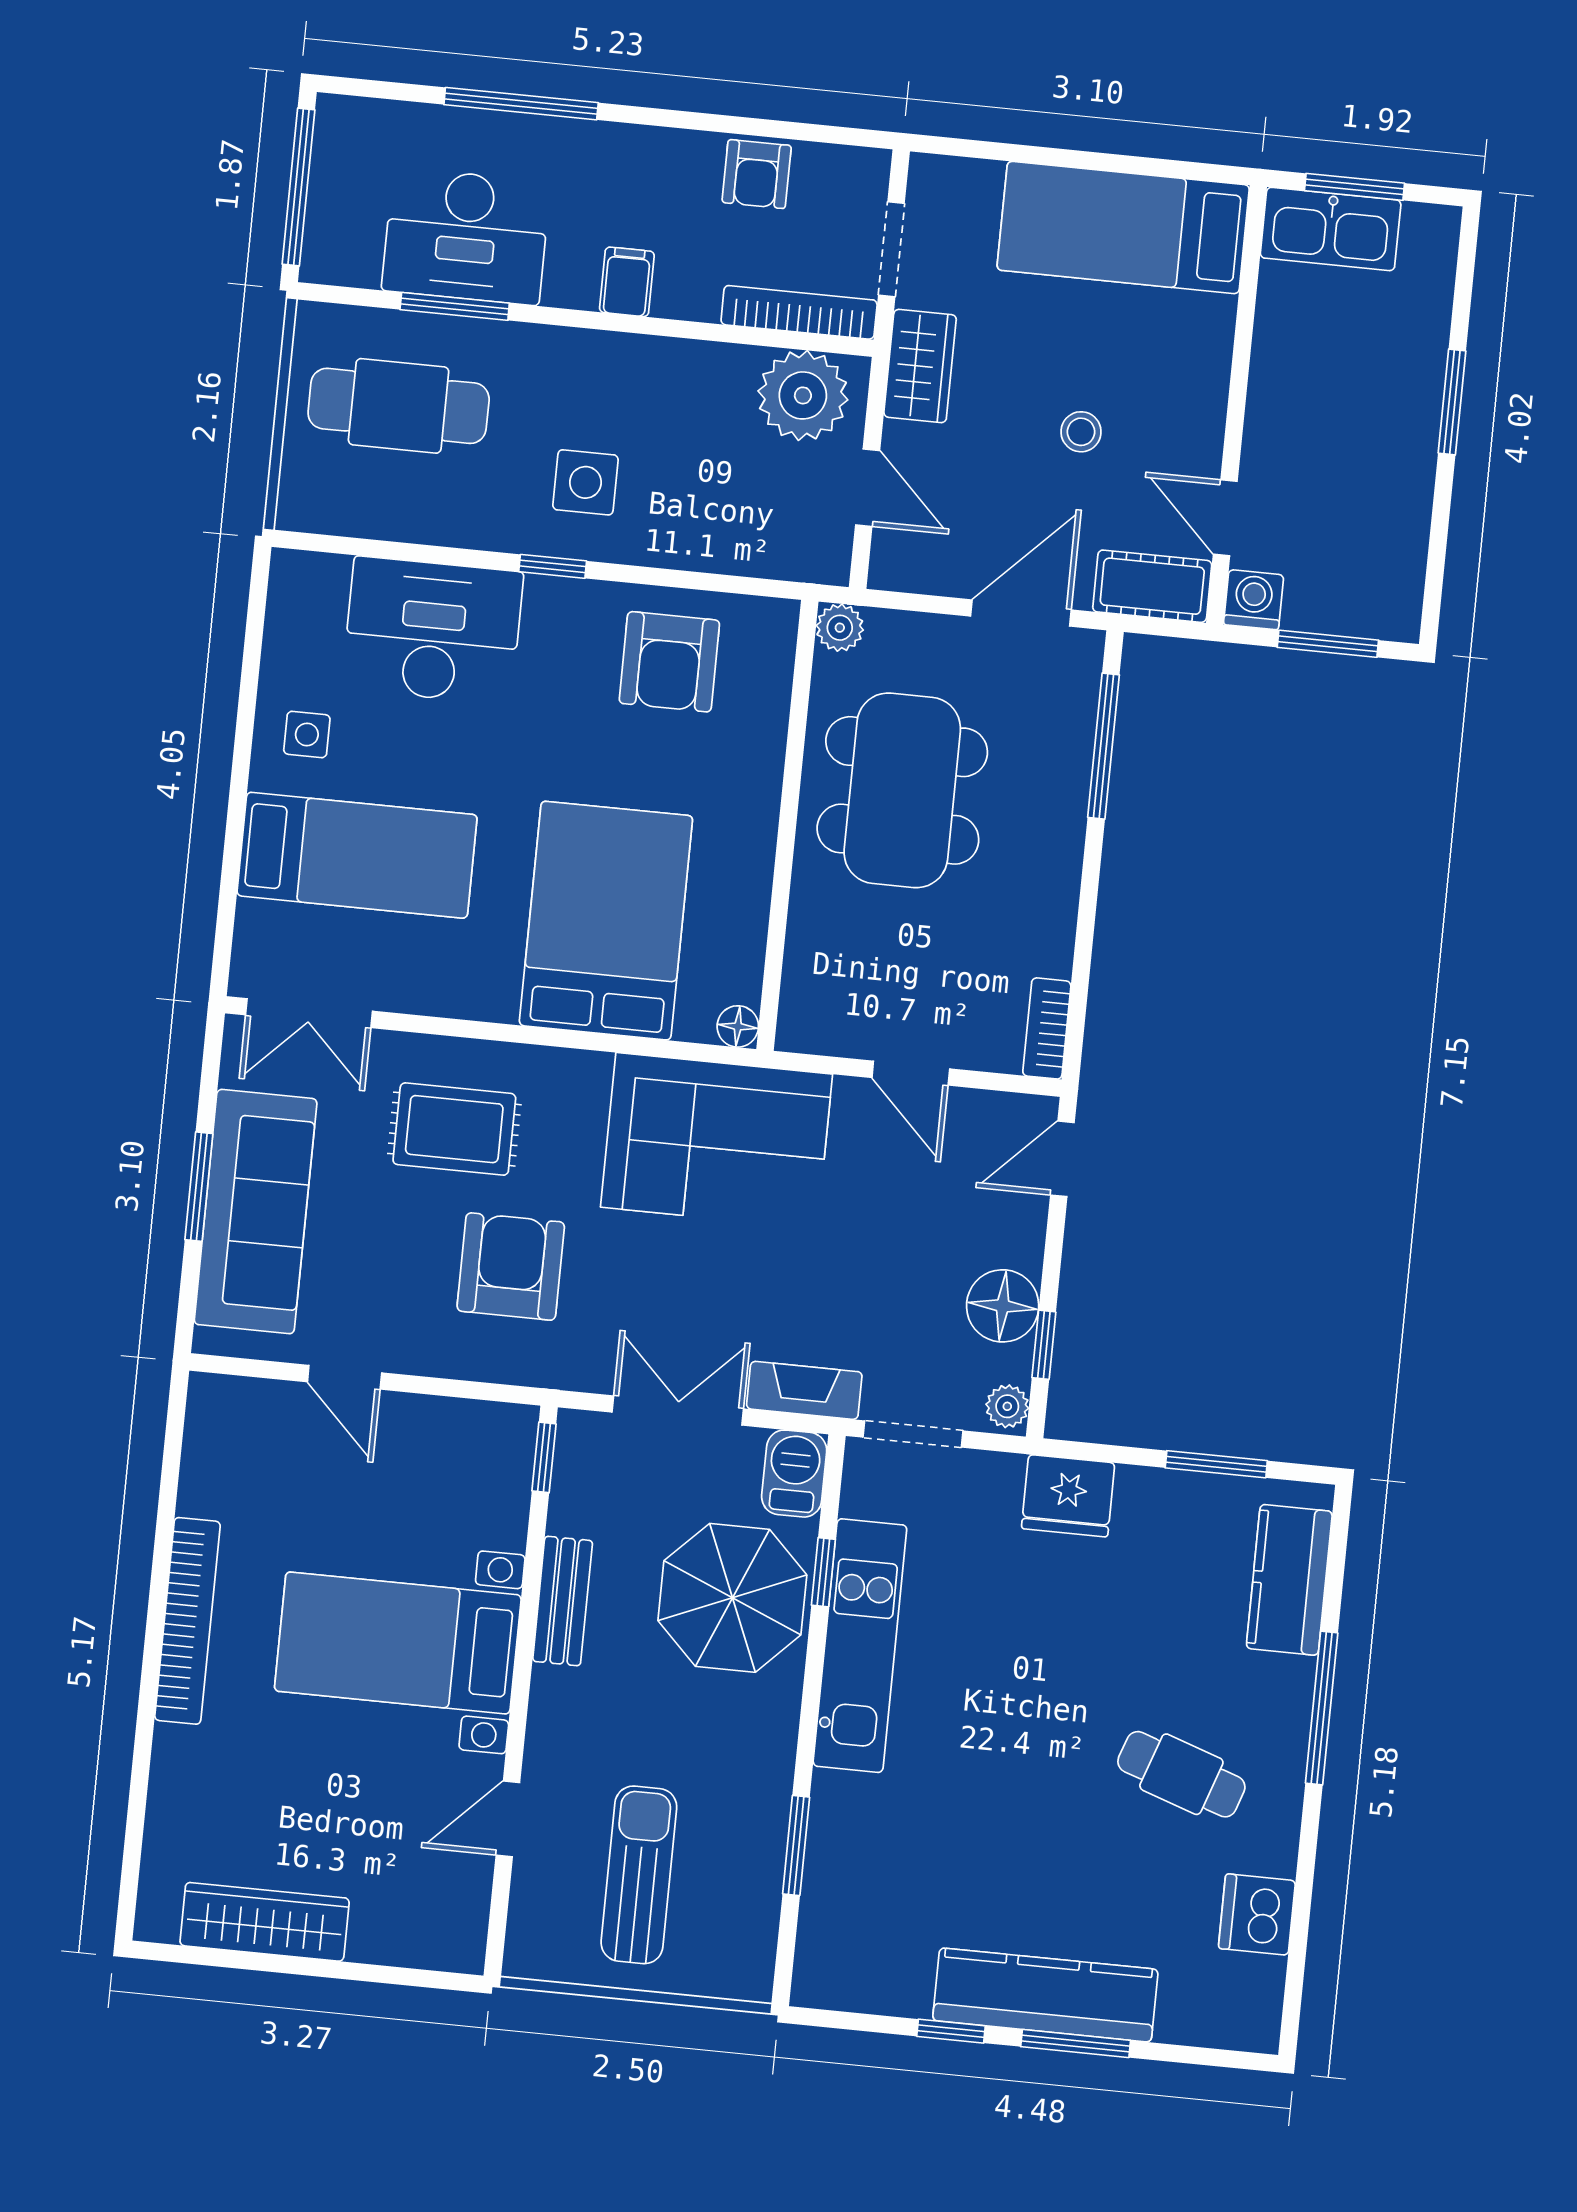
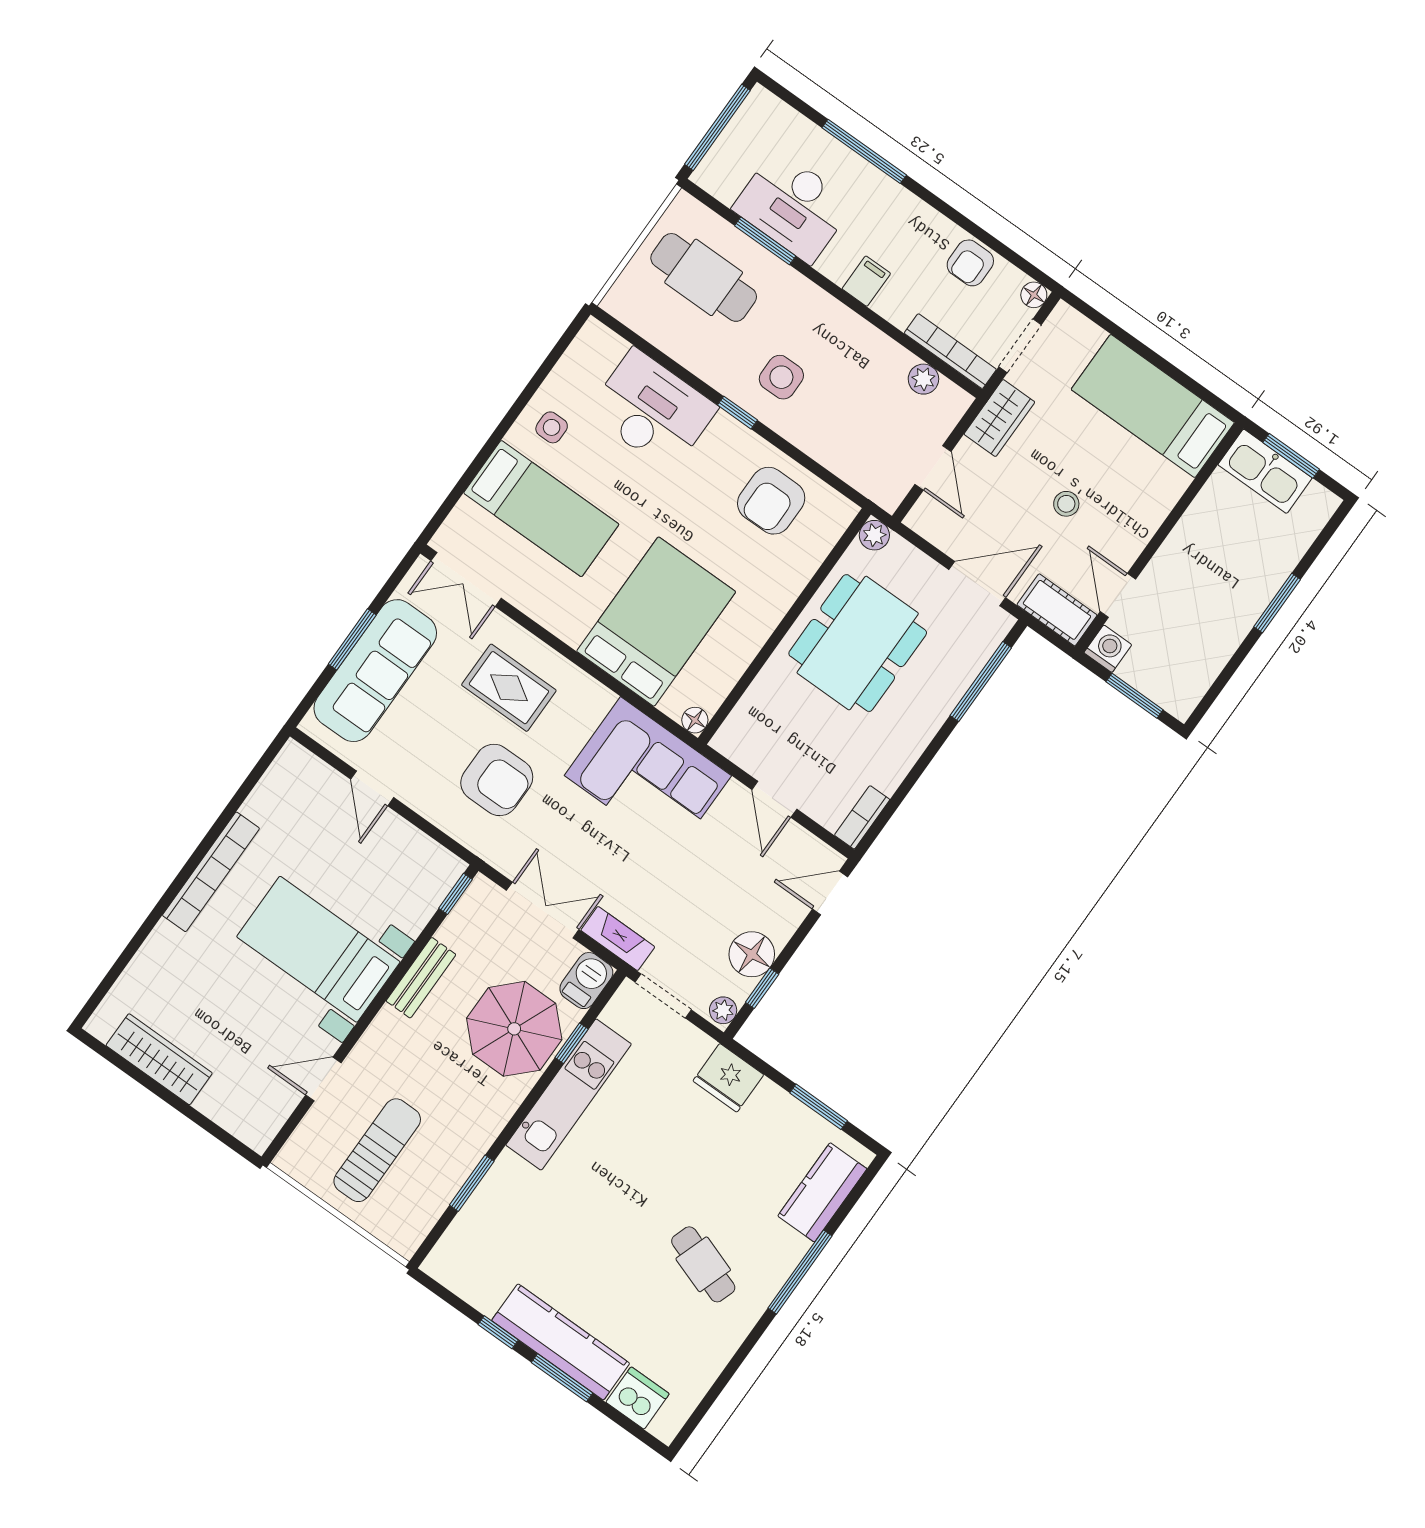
floor lamp: (870, 168) -> (1034, 295), added
plant: (803, 395) -> (923, 379), width x0.53, depth x0.53
armchair: (511, 1267) -> (497, 780), turned 90
dishwasher: (1257, 1915) -> (638, 1398), moved, turned 90

